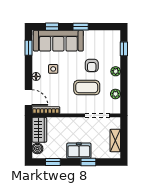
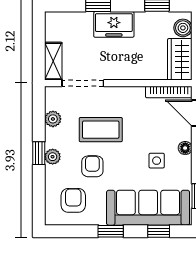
armchair: (103, 45) -> (73, 200), added
window: (124, 49) -> (39, 153), moved
shelving: (115, 140) -> (53, 61), moved

